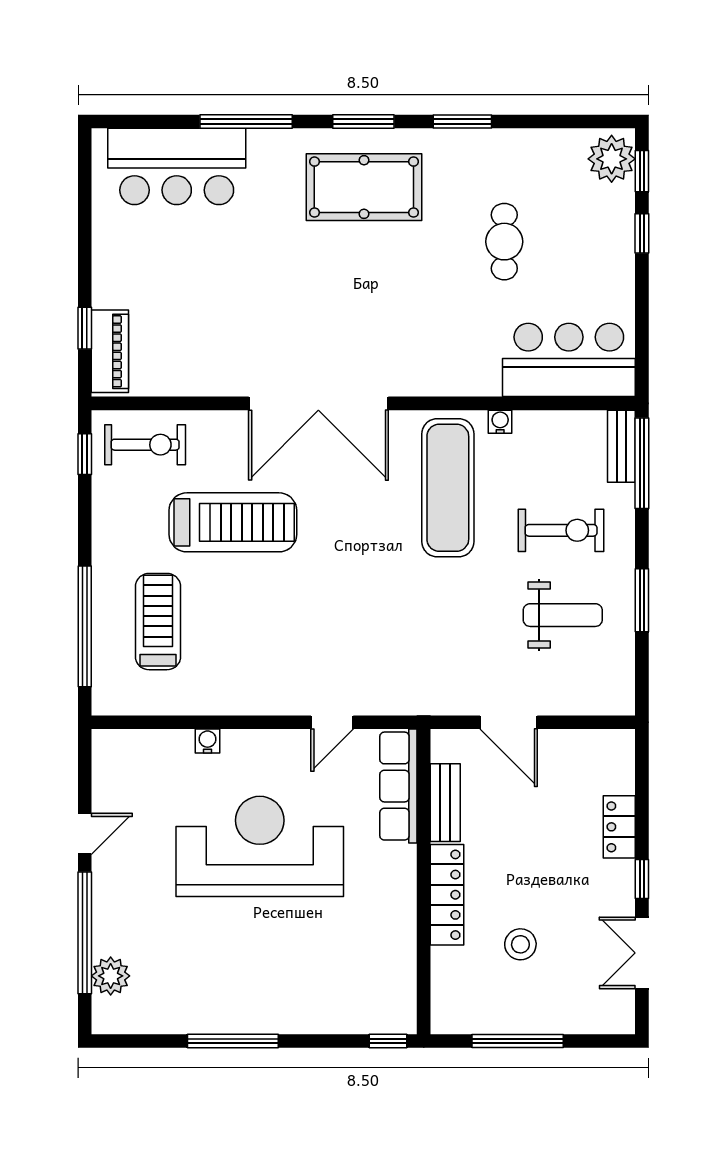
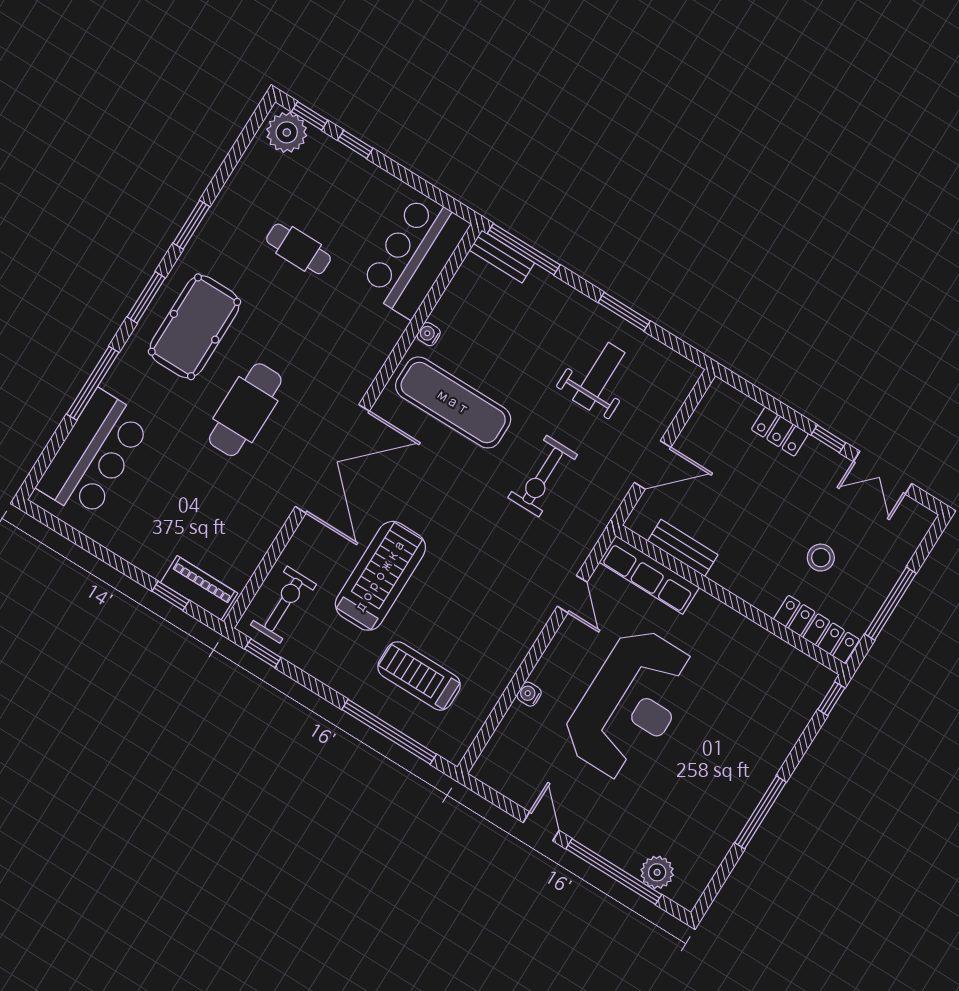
cafe table: (314, 288) -> (245, 410), added
exercise bike: (561, 530) -> (543, 476), moved, turned 180
reception desk: (260, 846) -> (630, 704), turned 180
locker: (447, 895) -> (816, 629), moved

